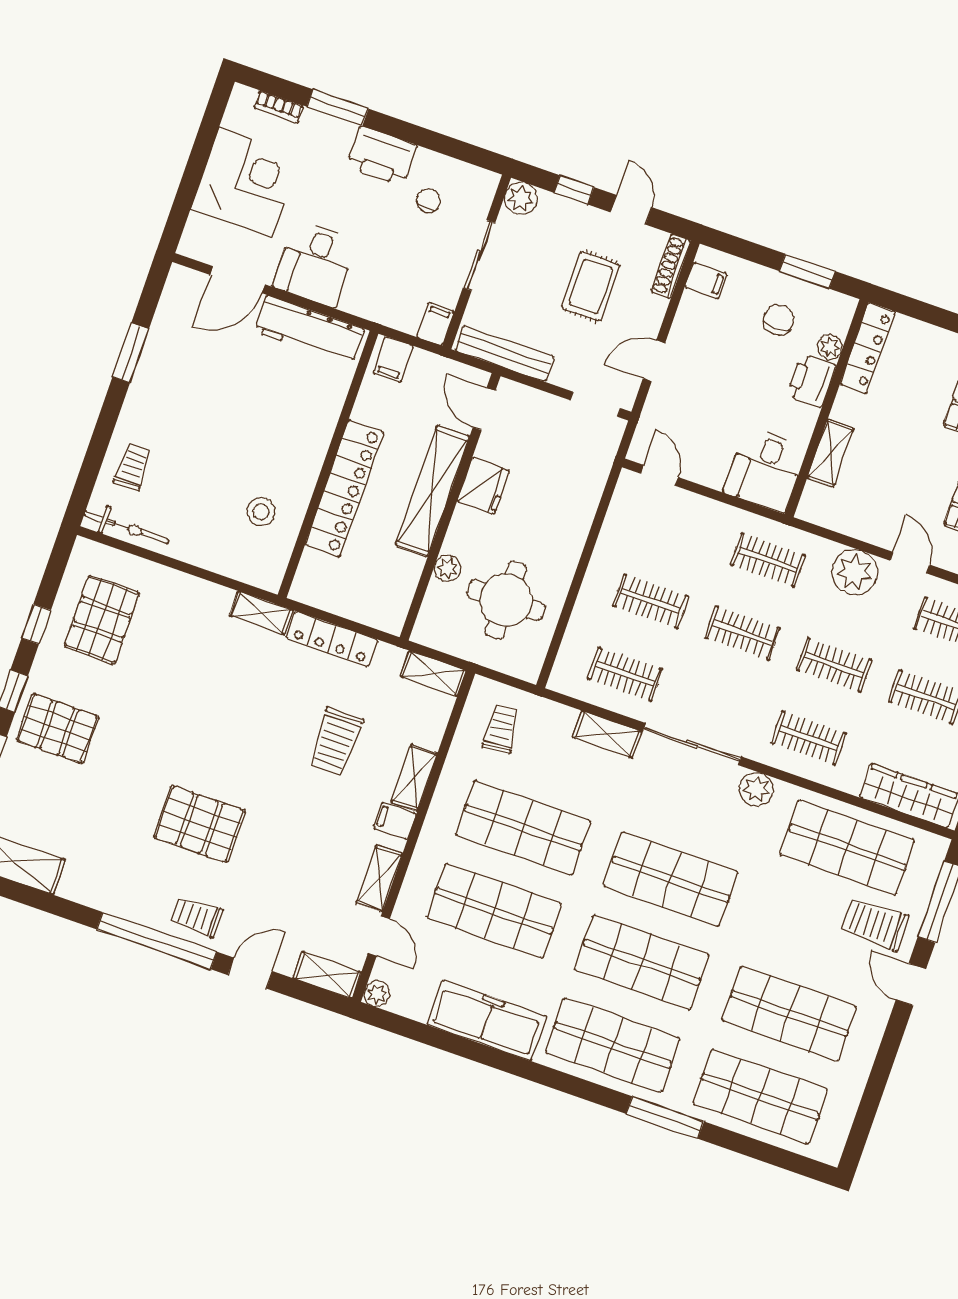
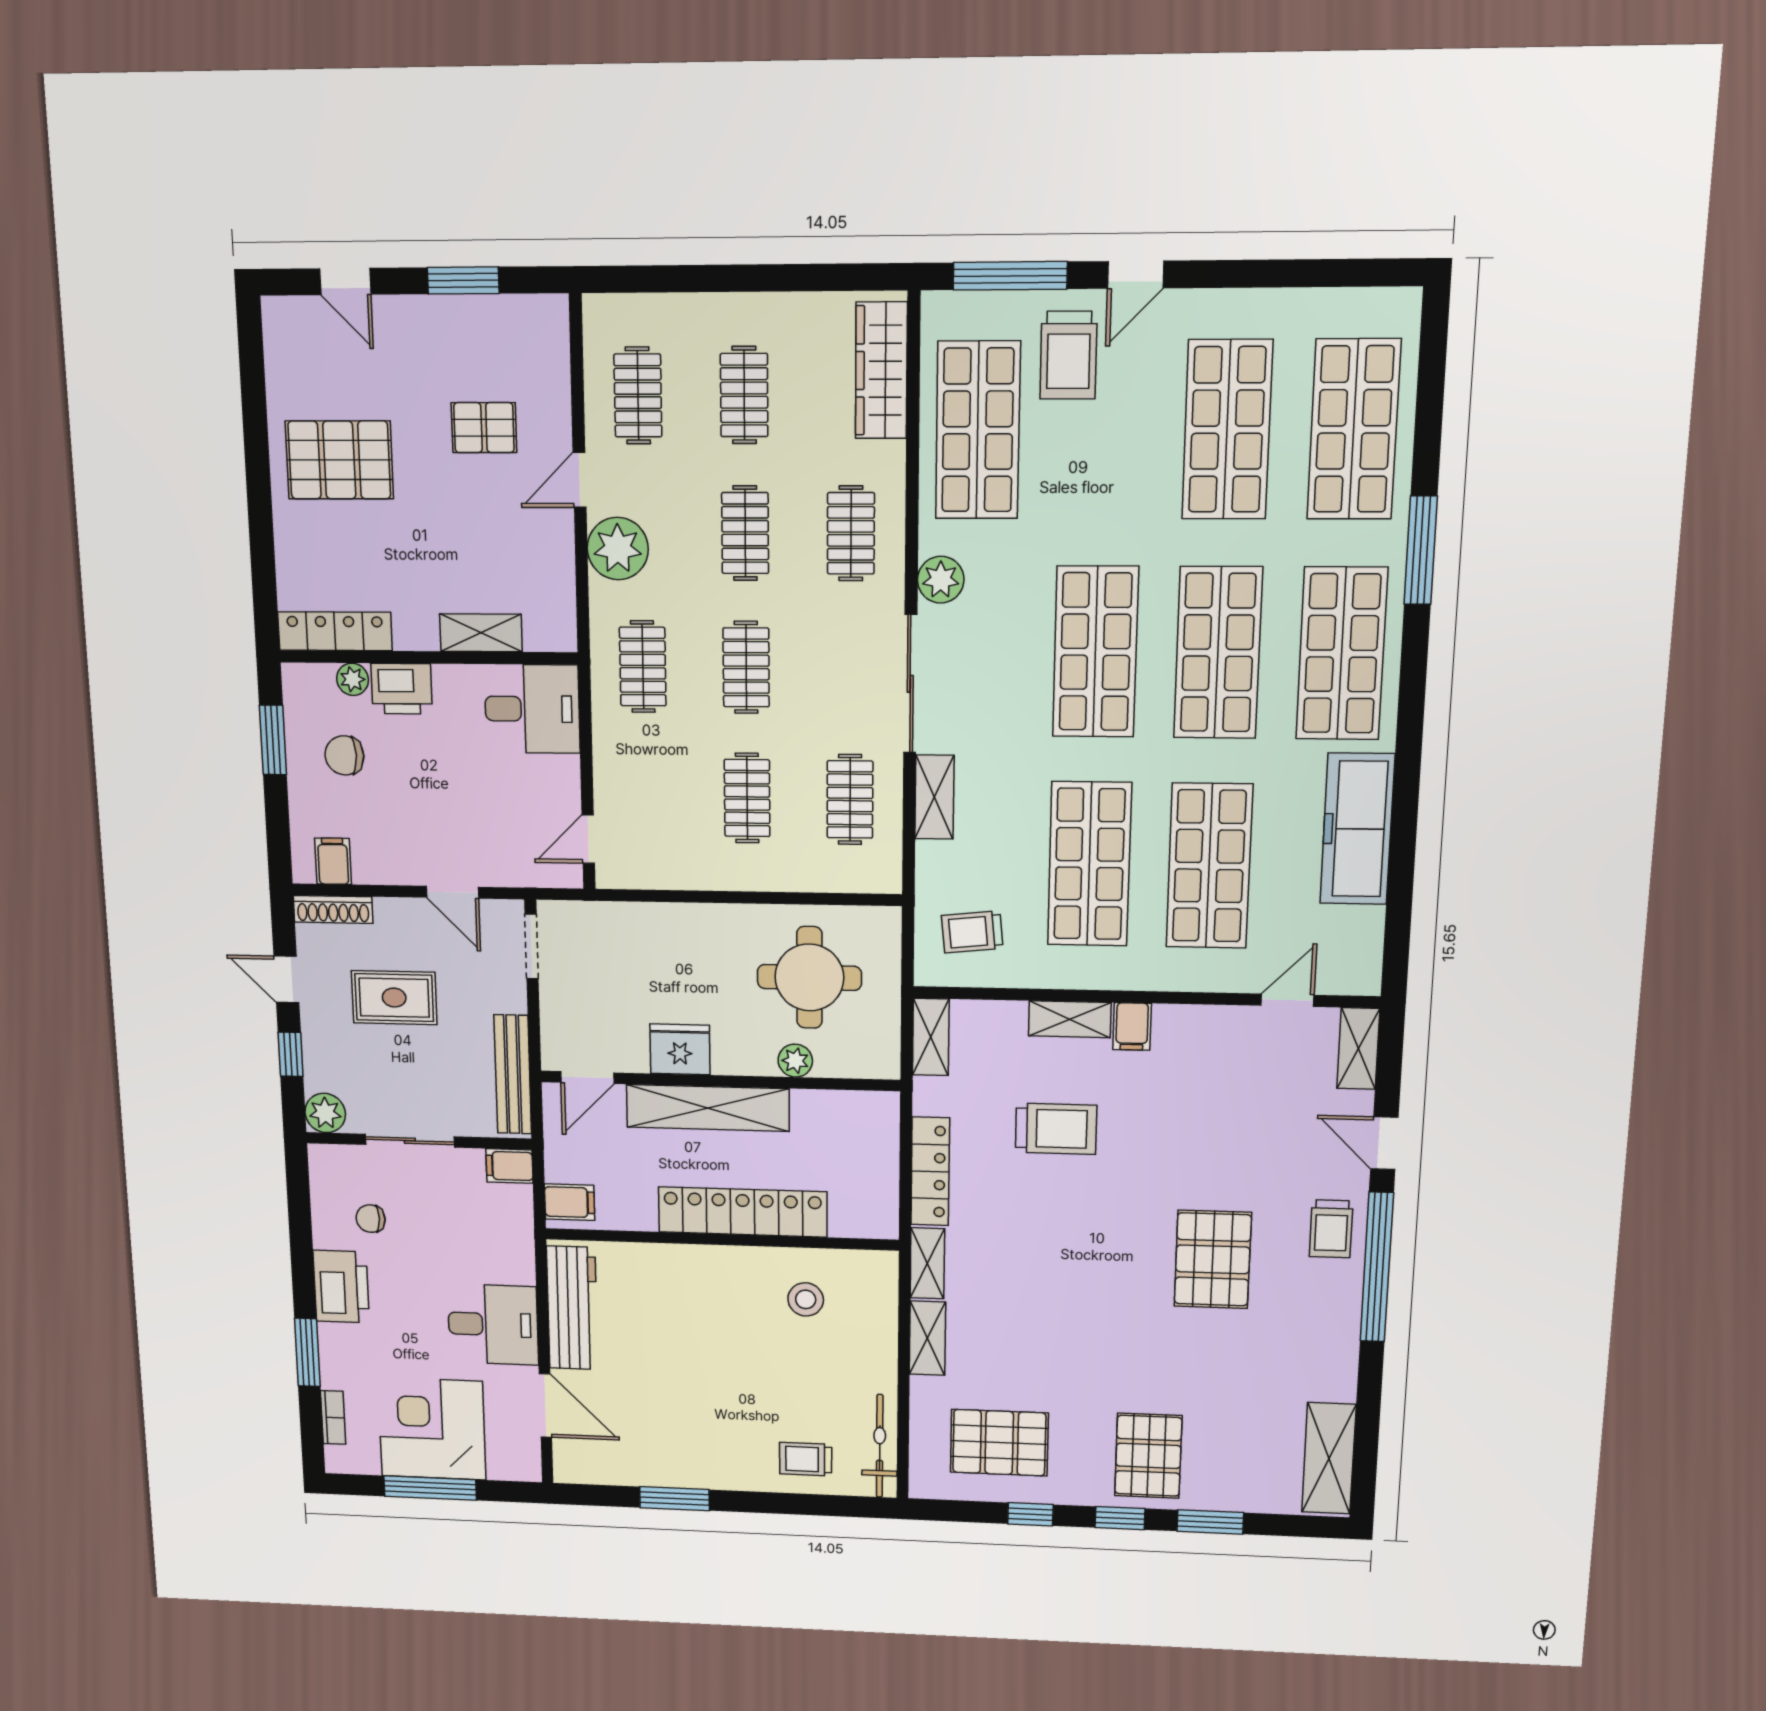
window: (197, 162) -> (430, 1488), added
door: (631, 210) -> (286, 979), hinge flipped
shelving: (379, 878) -> (927, 1338), moved, turned 90
plant: (377, 994) -> (1364, 979), removed

